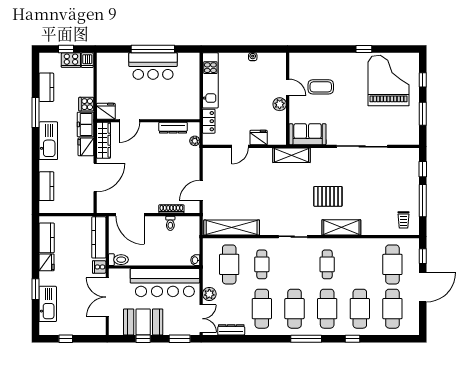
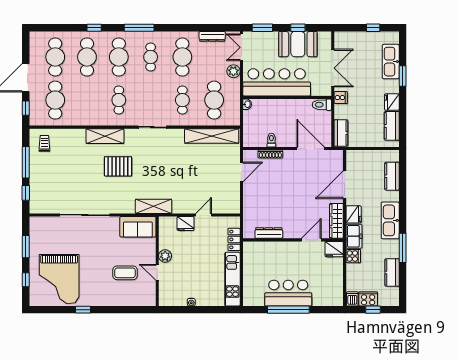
plant: (195, 141) -> (248, 220), removed
kitchen counter: (99, 237) -> (341, 133), width x0.67
cafe table: (294, 309) -> (151, 57), width x0.73, depth x0.74

